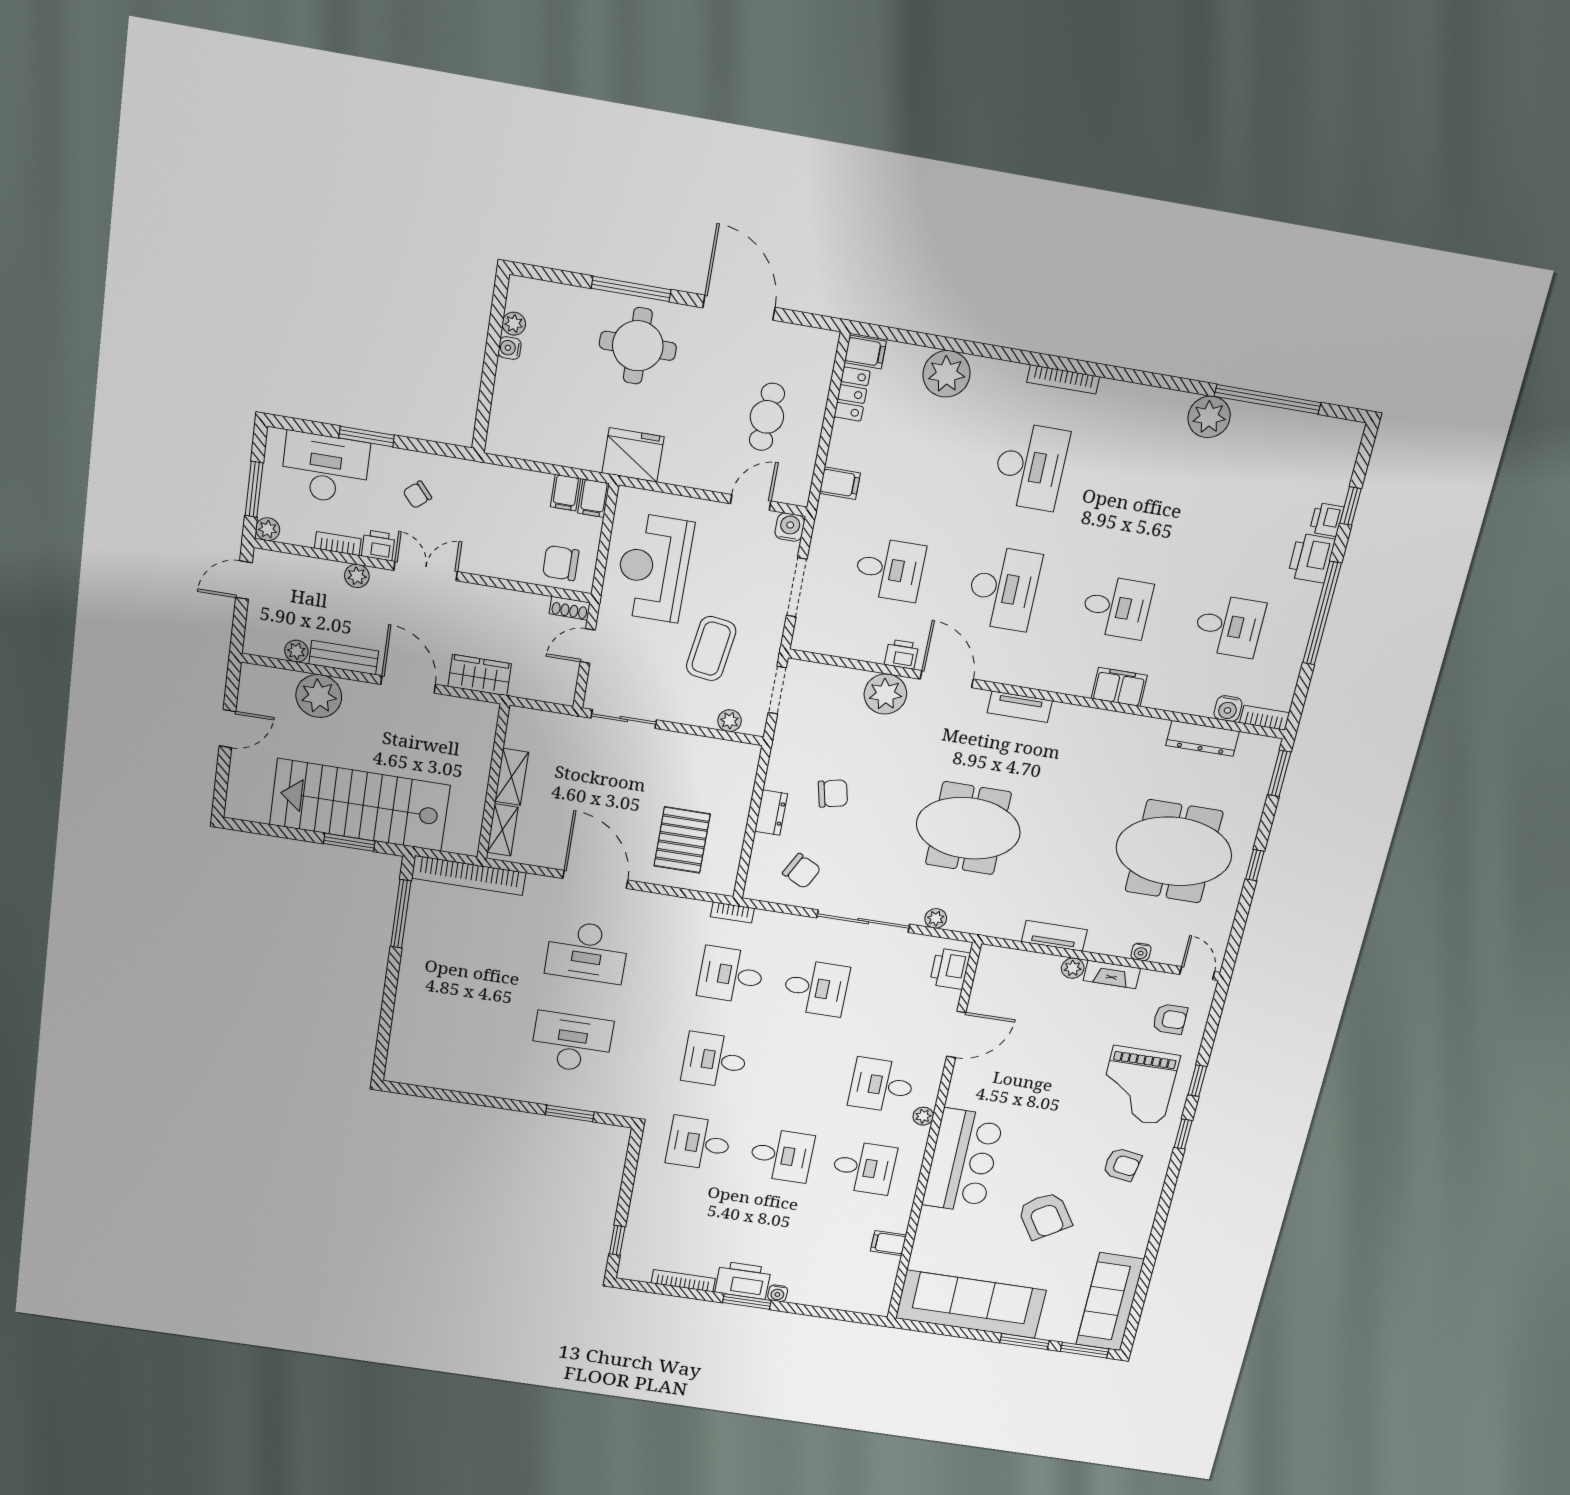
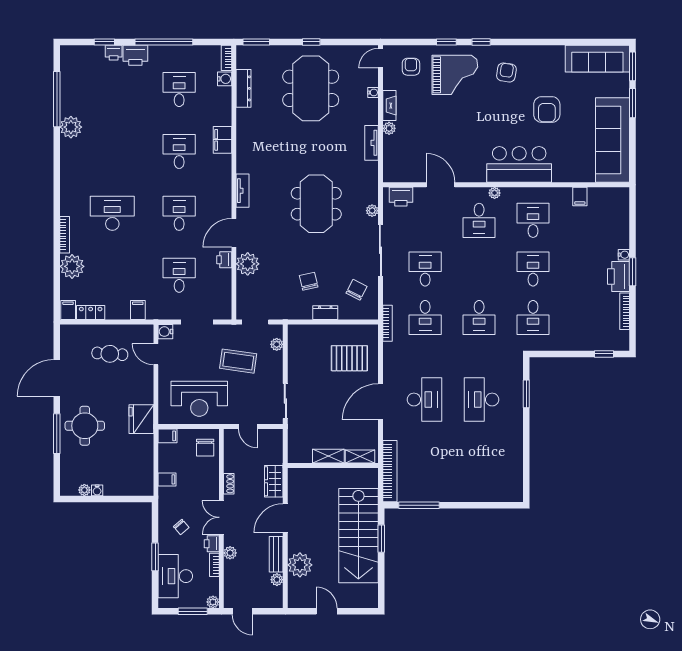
bookcase: (1063, 379) -> (65, 235), moved
filing cabinet: (566, 493) -> (167, 479), moved
desk: (1003, 588) -> (179, 213), width x0.73
shoe rack: (570, 608) -> (229, 484), moved
bookcase: (732, 912) -> (387, 323), width x1.56
armchair: (1045, 1216) -> (547, 110), turned 123

